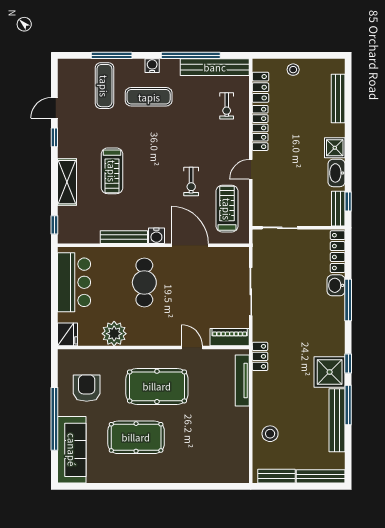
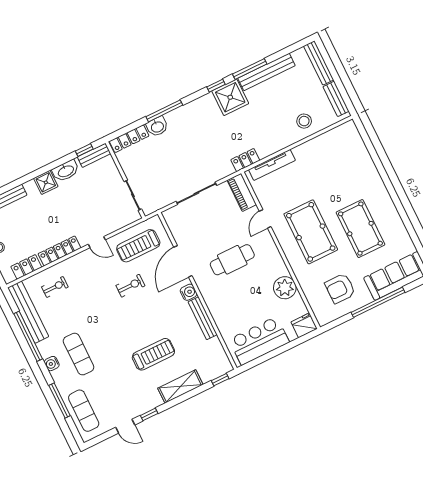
exercise mat: (104, 86) -> (84, 411), moved, turned 90
cafe table: (144, 282) -> (232, 260), moved

